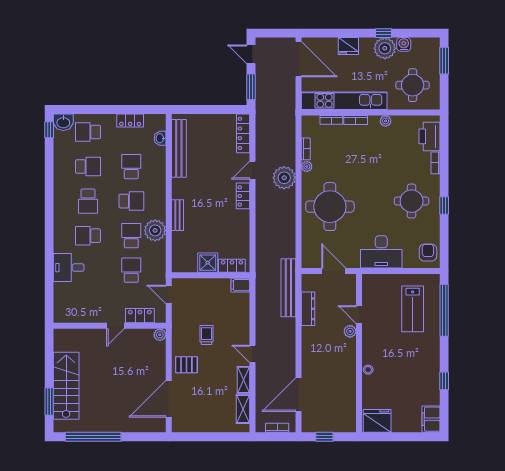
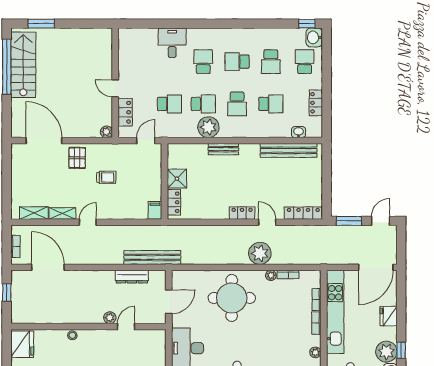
stairs: (66, 386) -> (23, 65), moved, turned -90

